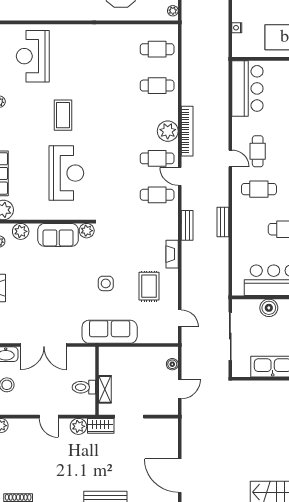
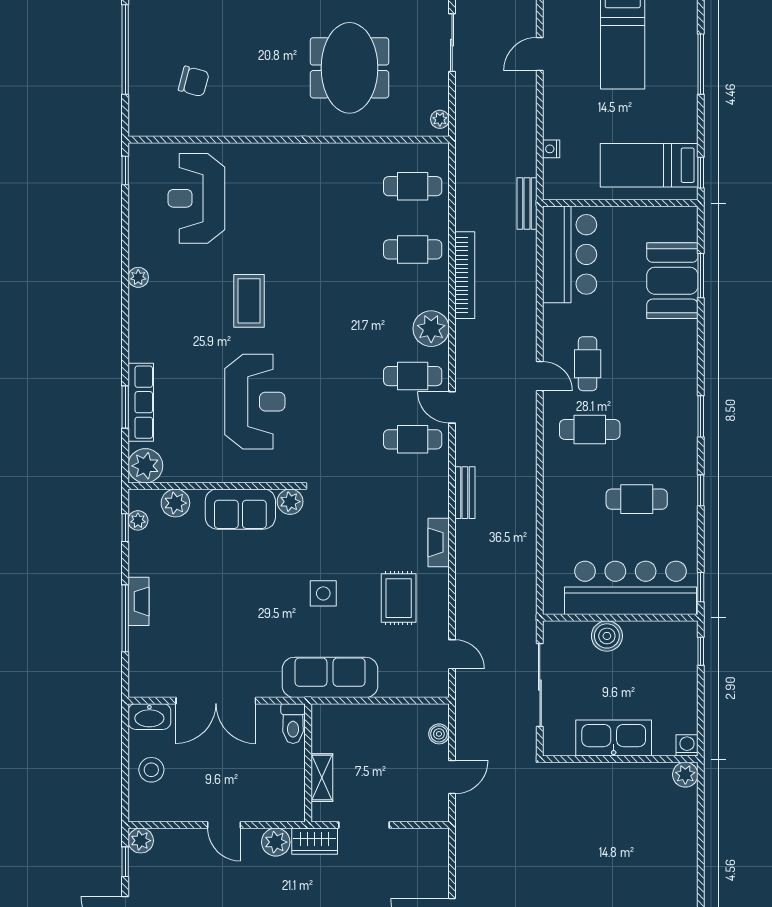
bookcase: (187, 131) -> (465, 275), moved
bench: (223, 222) -> (527, 204), moved
toilet: (84, 387) -> (293, 724), moved, turned -90

